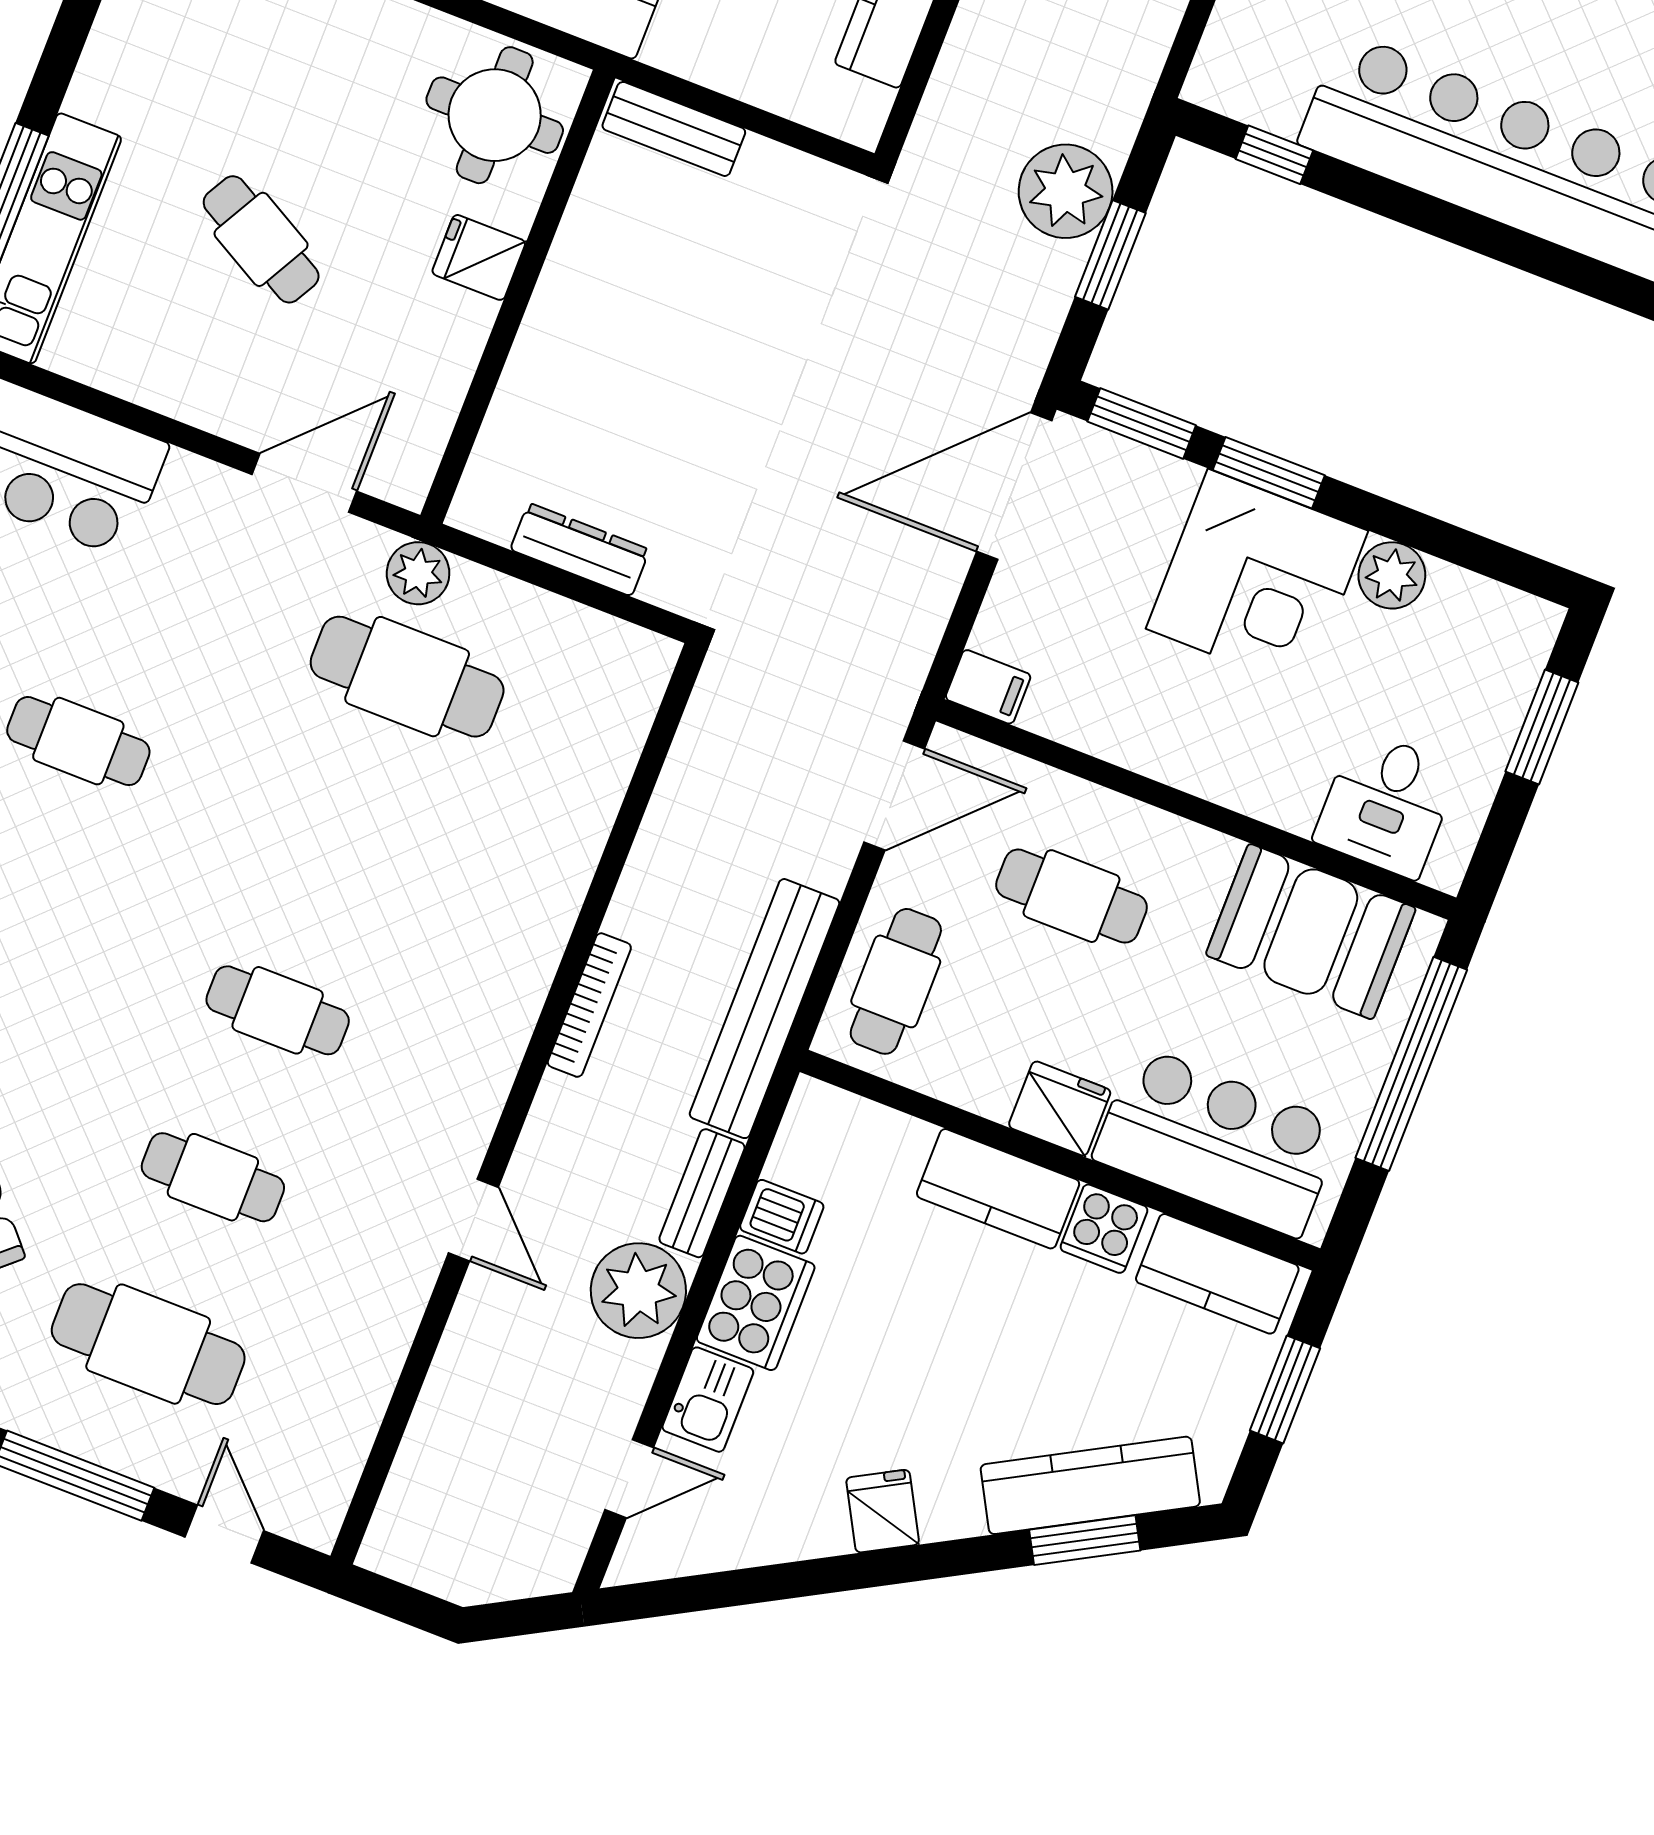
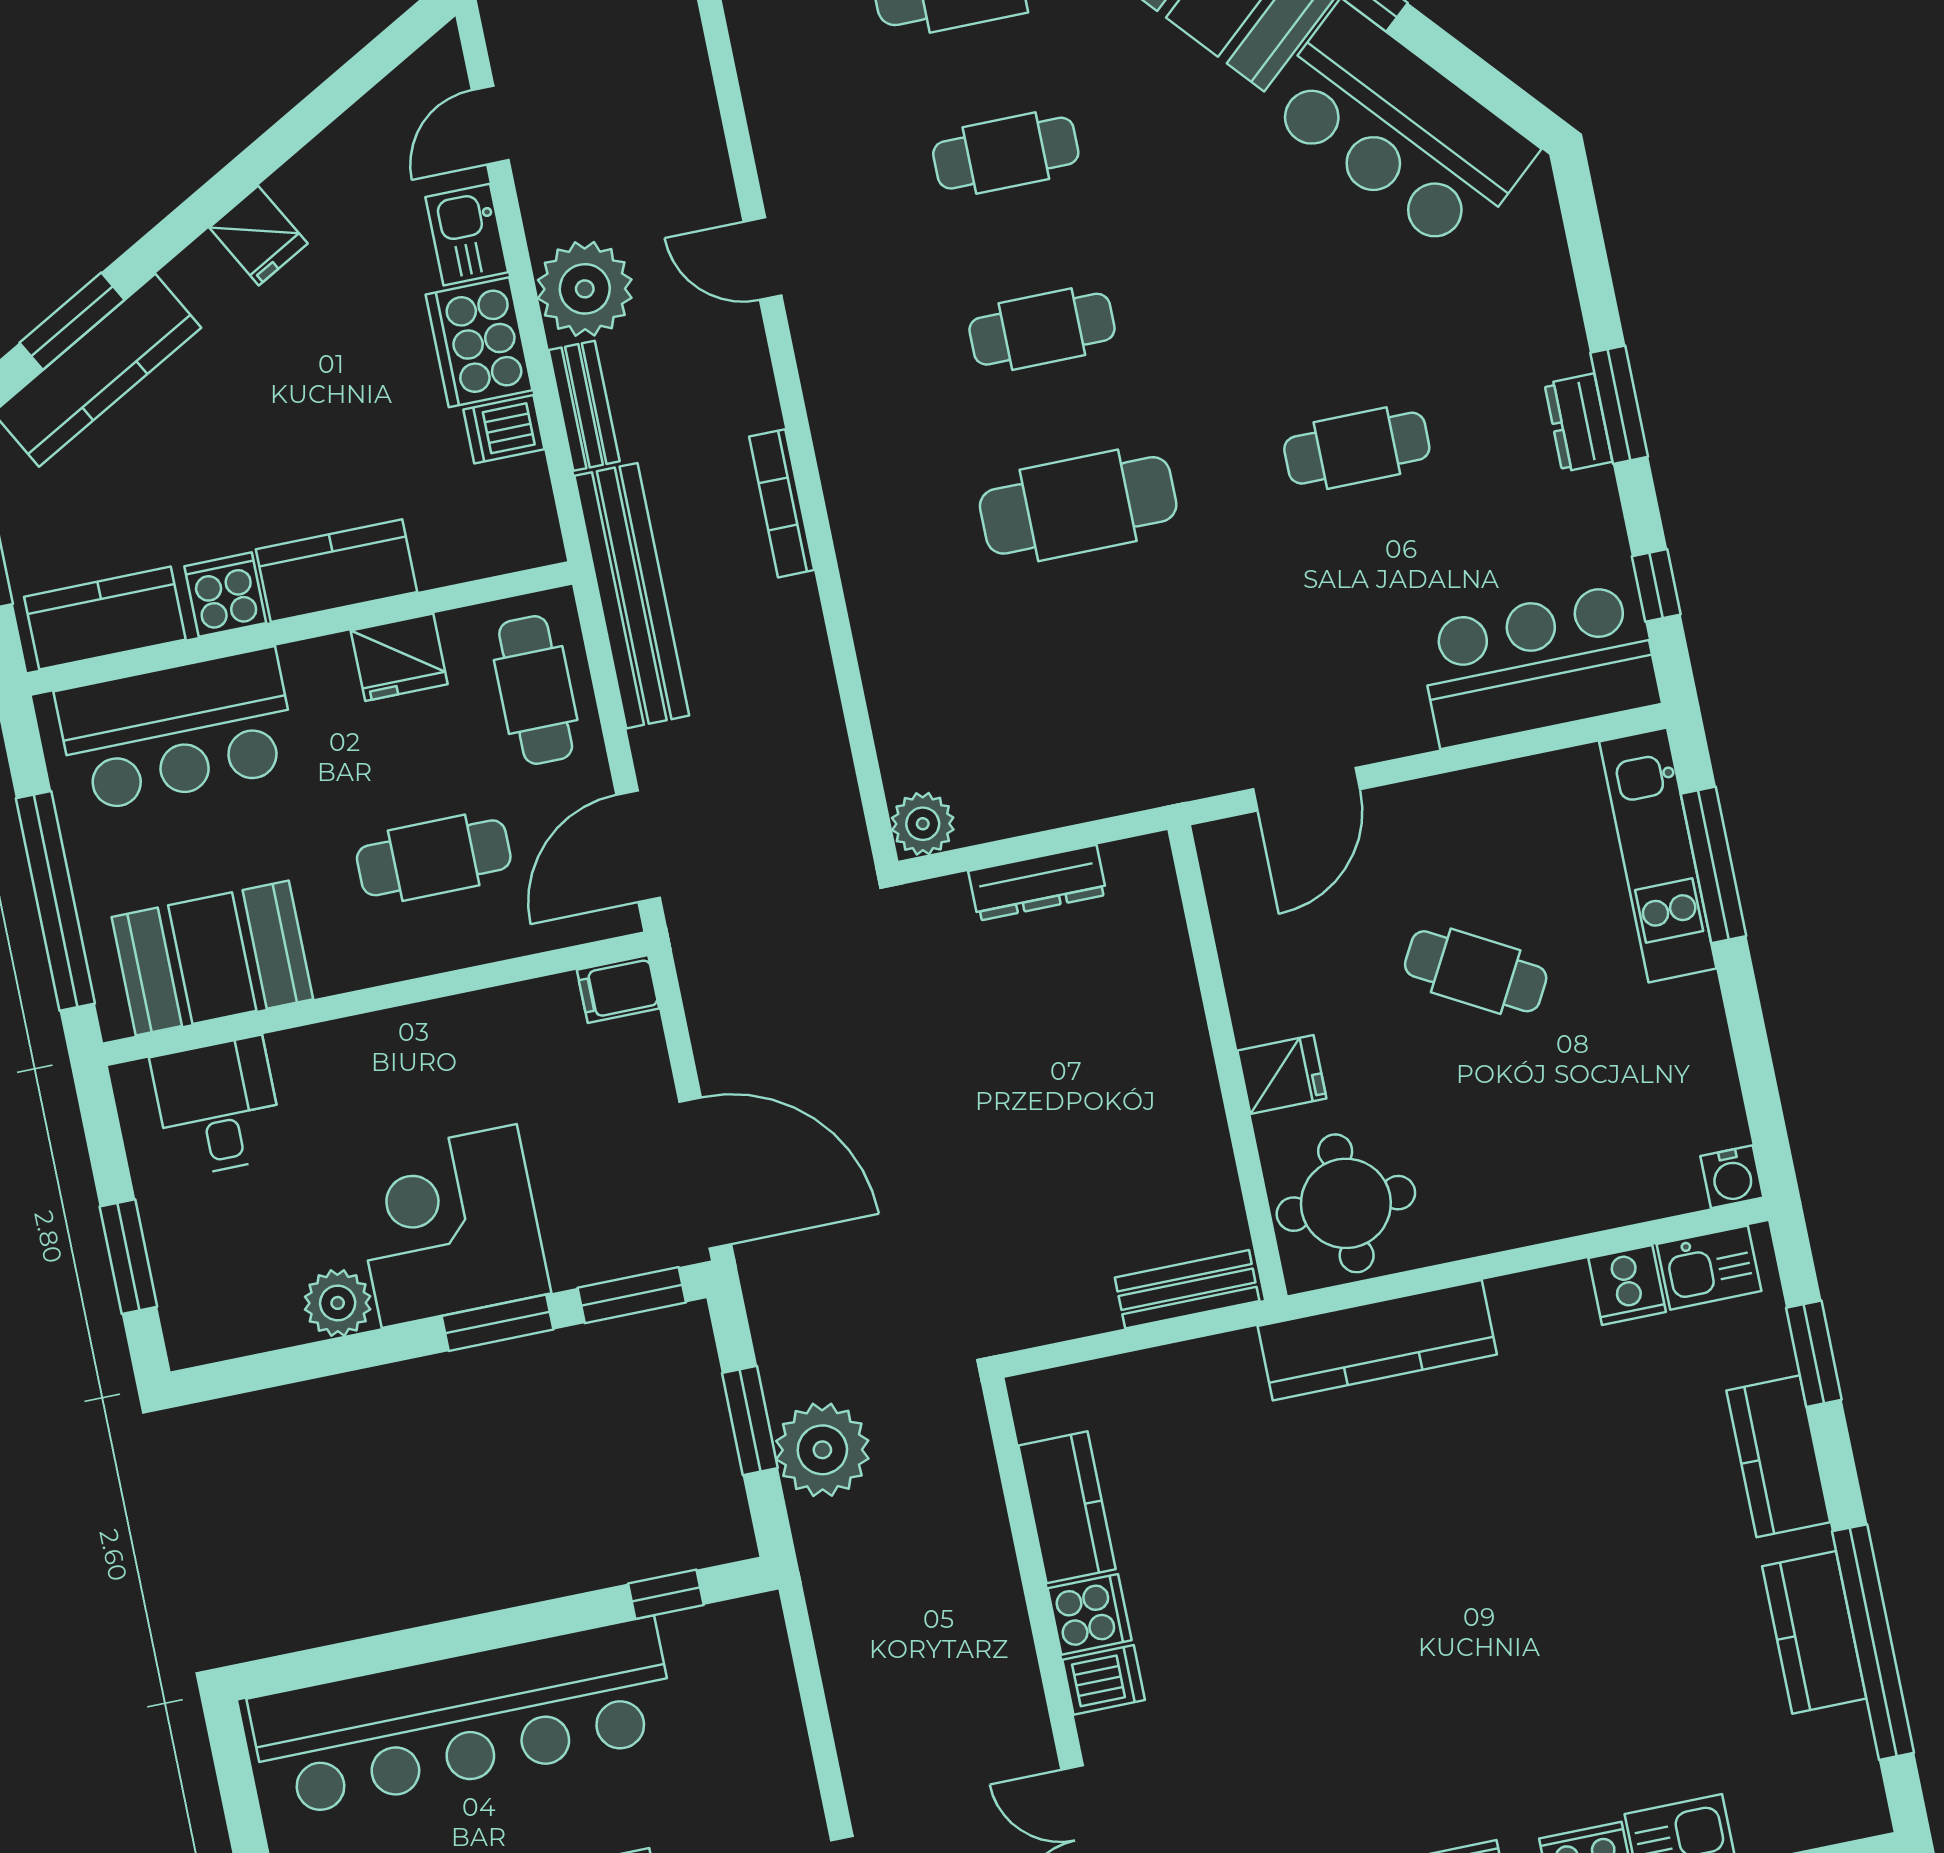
door: (1014, 486) -> (705, 1173), hinge flipped
plant: (418, 573) -> (923, 824), moved
cafe table: (407, 677) -> (1078, 505), moved
fridge: (1060, 1109) -> (399, 657), moved

